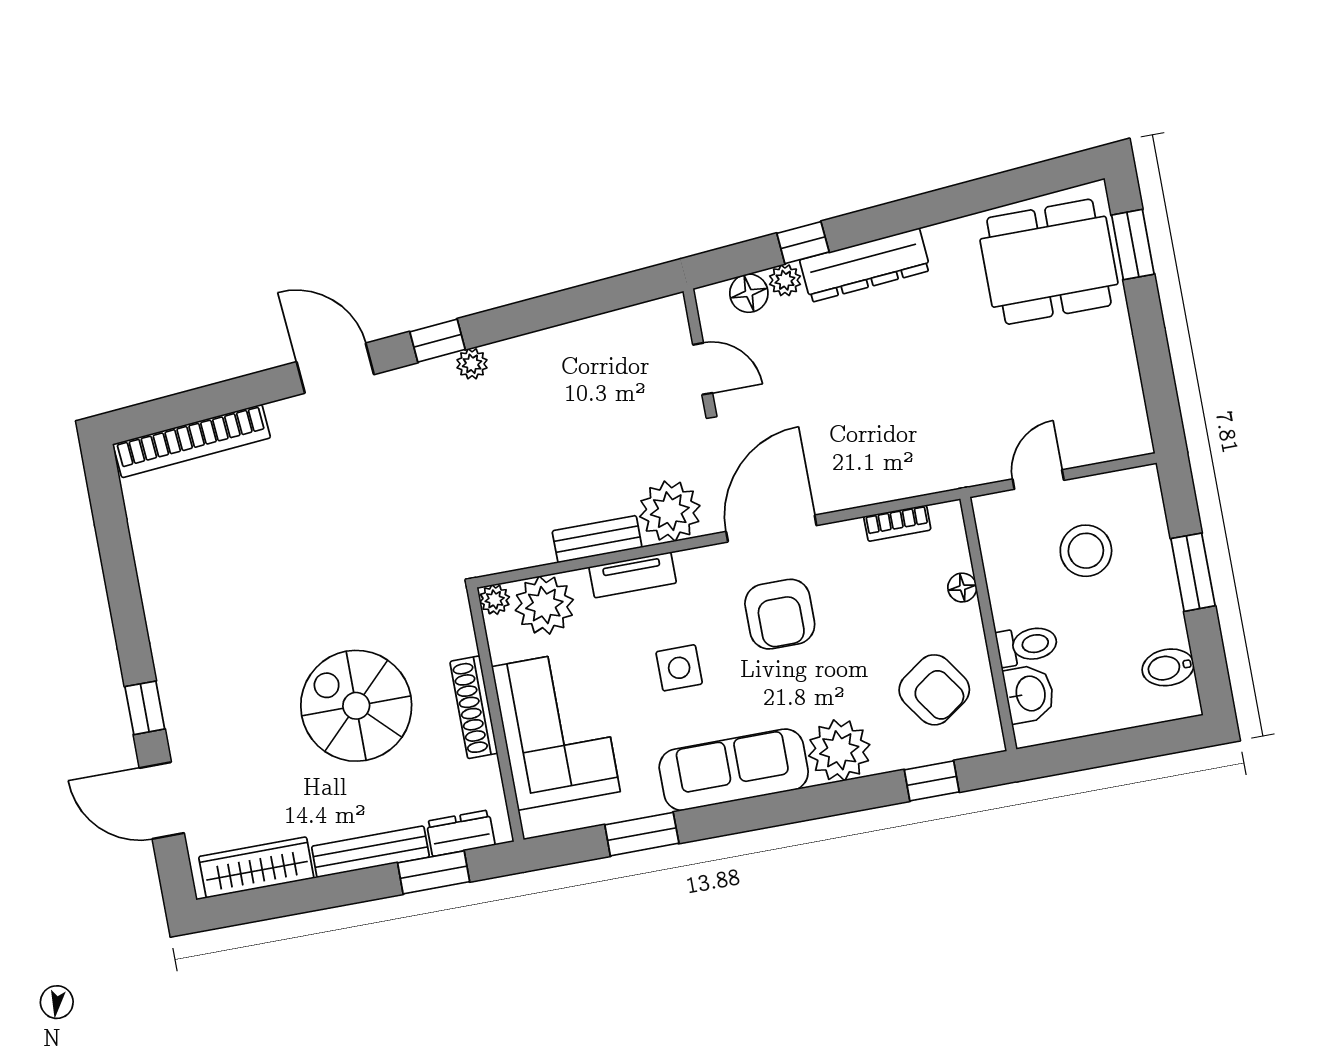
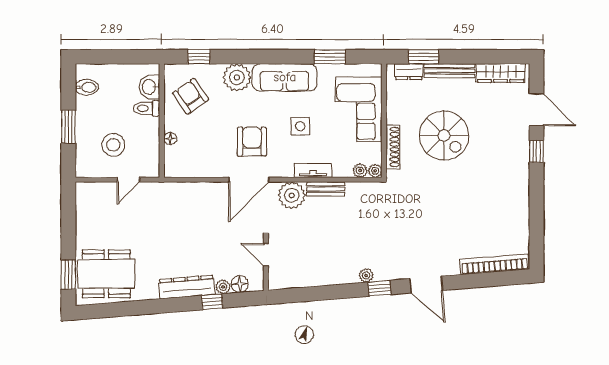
bookcase: (897, 523) -> (193, 172), removed
plant: (544, 605) -> (360, 171), width x0.53, depth x0.53
shoe rack: (474, 707) -> (393, 147), moved

